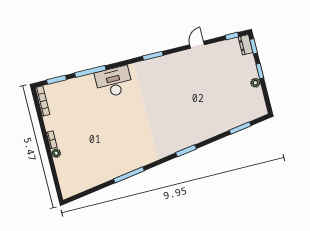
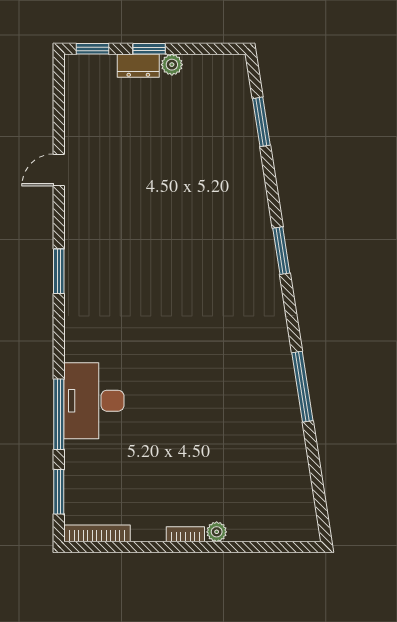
window: (232, 36) -> (59, 90), removed
door: (197, 45) -> (59, 170), hinge flipped
dresser: (245, 45) -> (138, 66), moved
desk: (114, 82) -> (94, 401), moved

